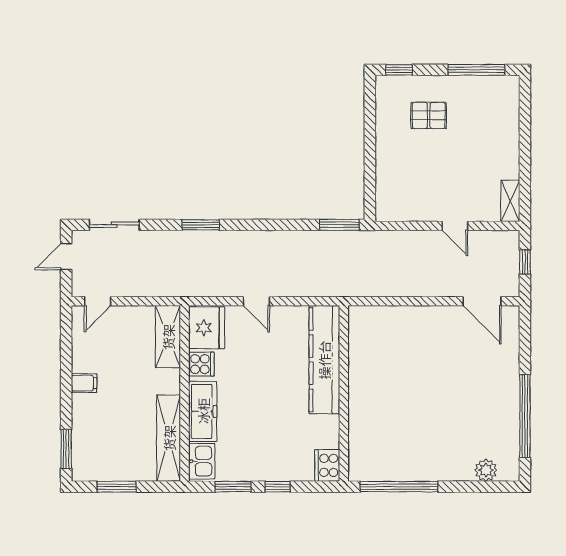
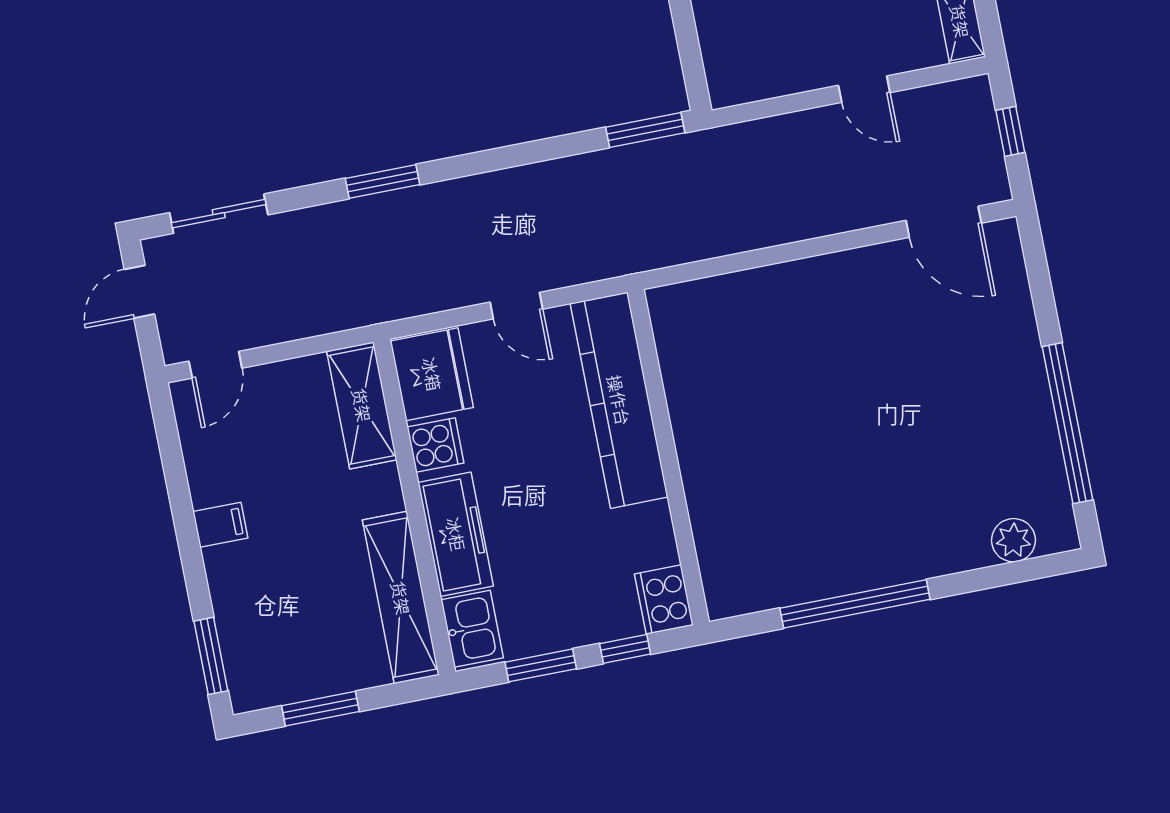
kitchen counter: (324, 360) -> (619, 400), moved
wall: (344, 393) -> (668, 457), moved
cooker: (327, 465) -> (664, 599), moved

